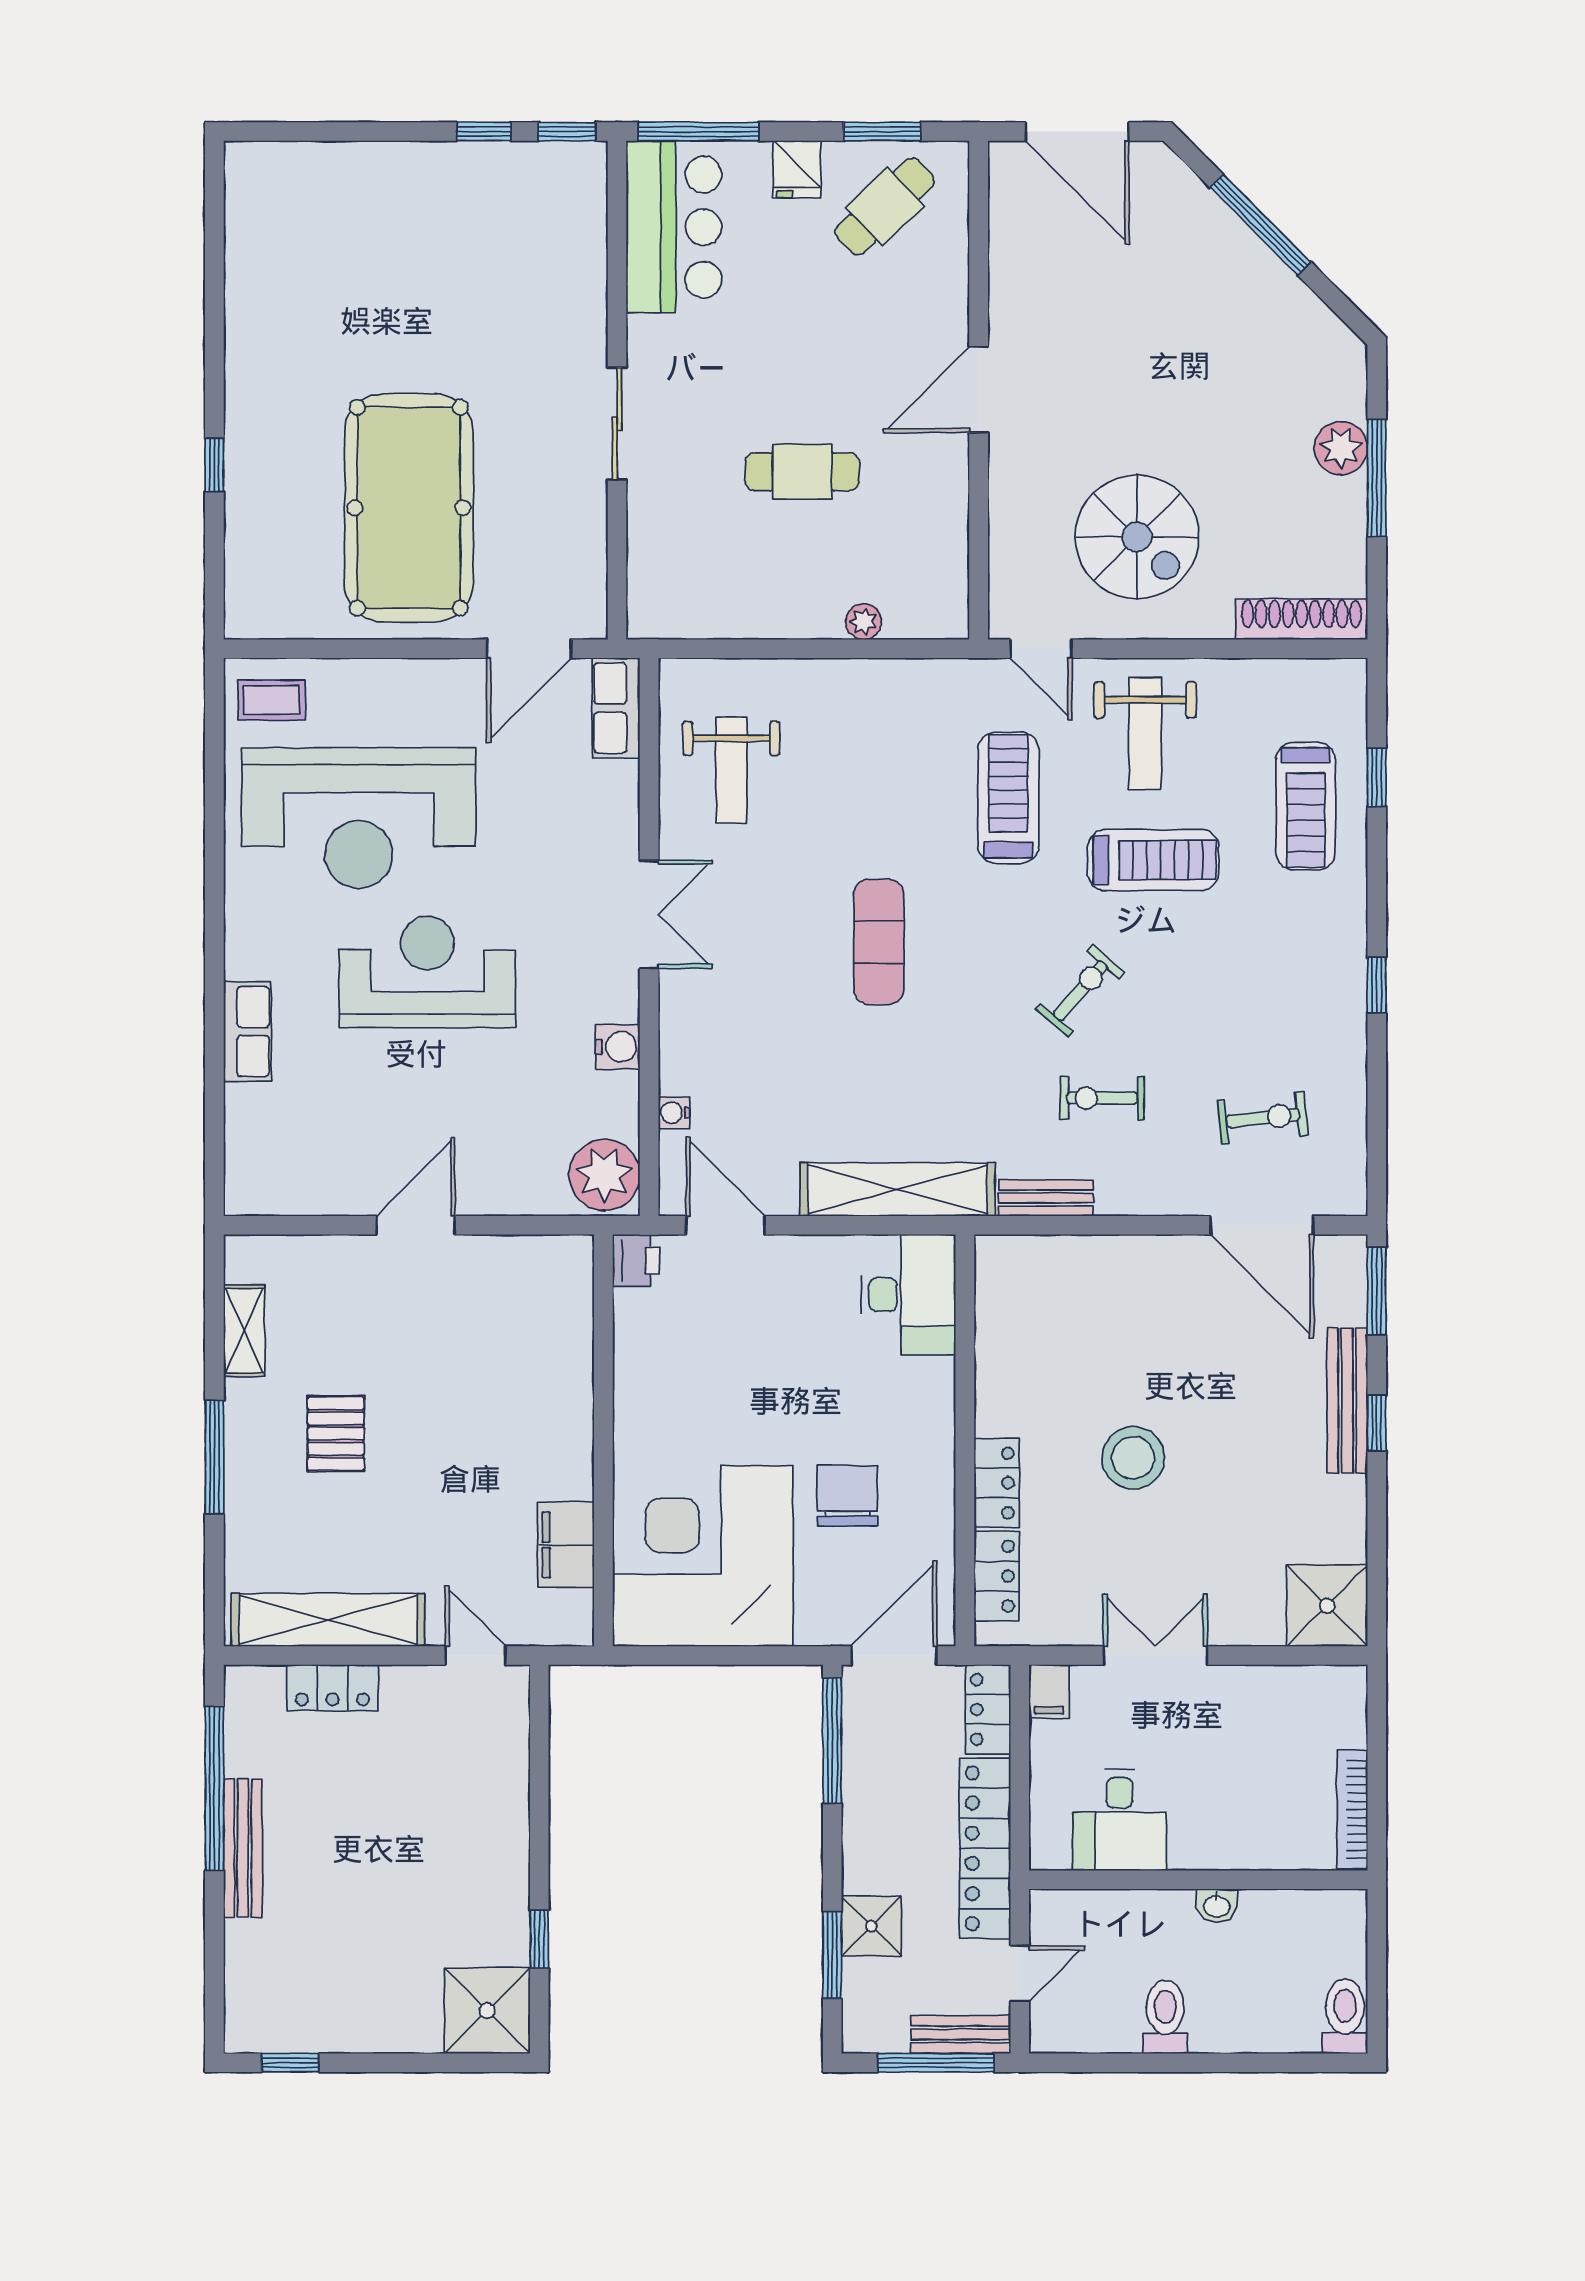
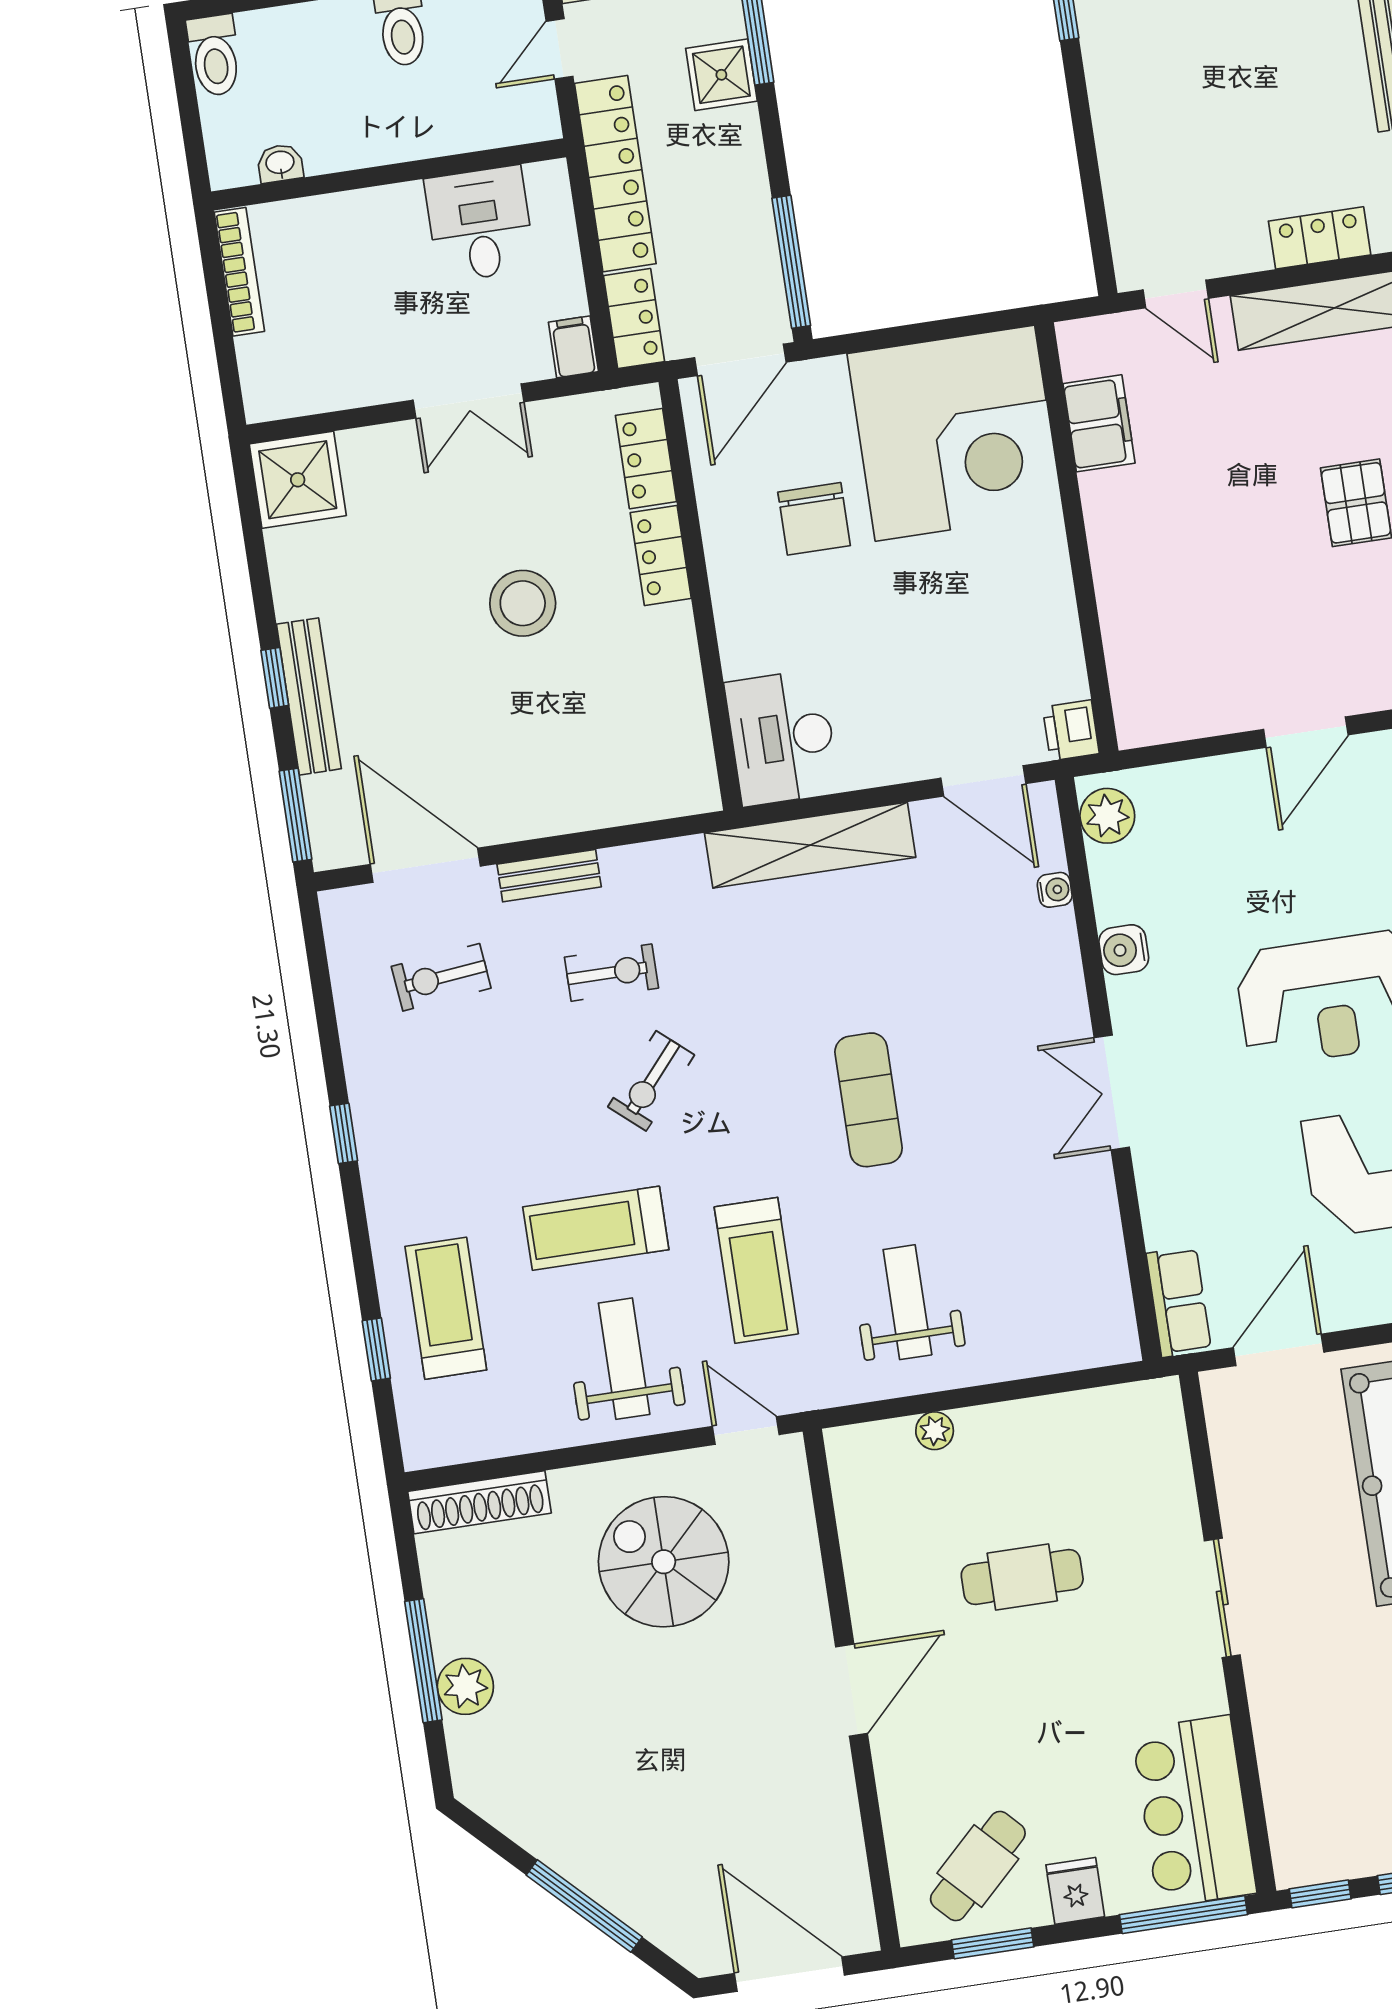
weight bench: (731, 770) -> (907, 1302), moved
plant: (604, 1175) -> (1107, 816), width x0.73, depth x0.73
bench: (1046, 1198) -> (549, 876), moved
washbasin: (1217, 1906) -> (280, 163), moved

